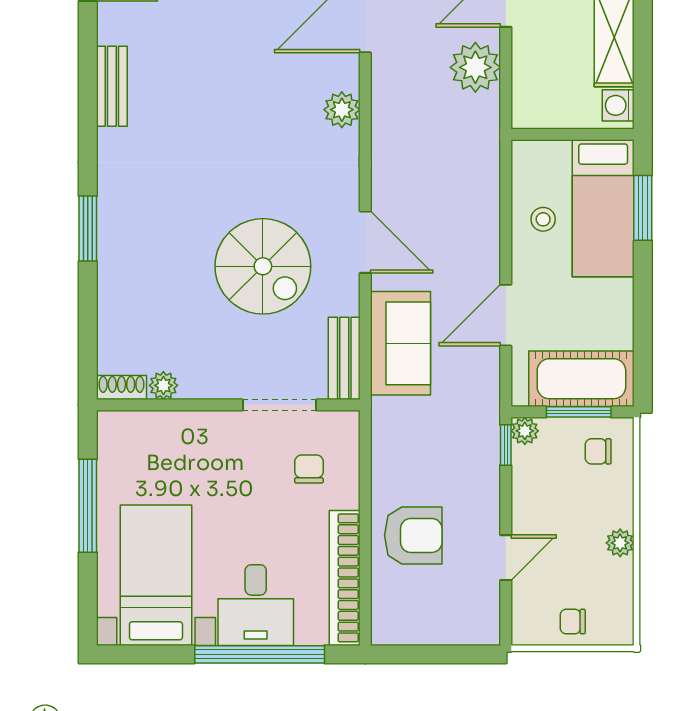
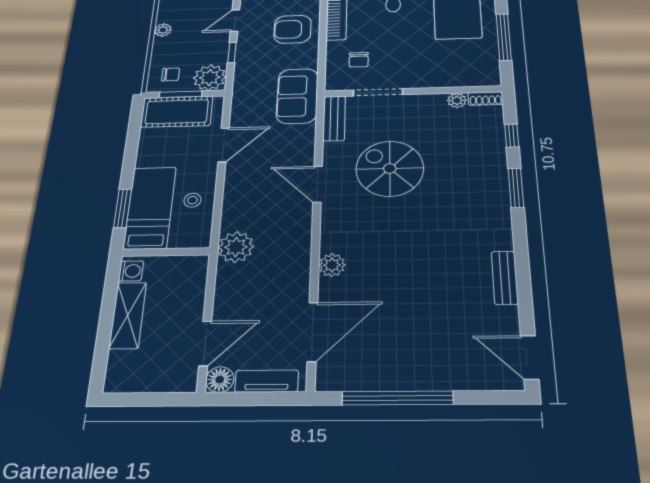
plant: (475, 67) -> (236, 247), moved
window: (88, 319) -> (512, 136), added
sofa: (400, 343) -> (297, 96), moved
plant: (525, 431) -> (210, 78), width x1.87, depth x1.87
window: (506, 445) -> (232, 53), moved

